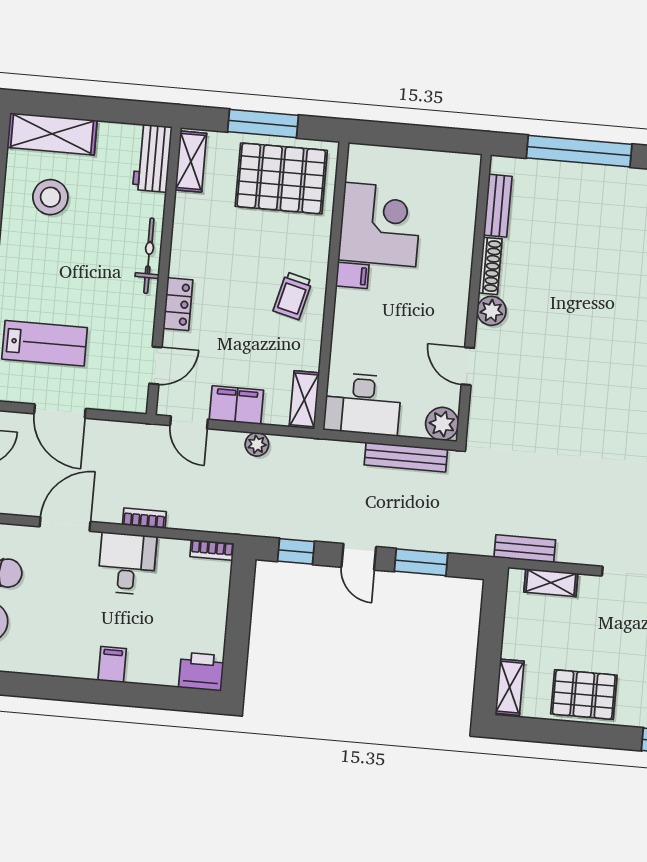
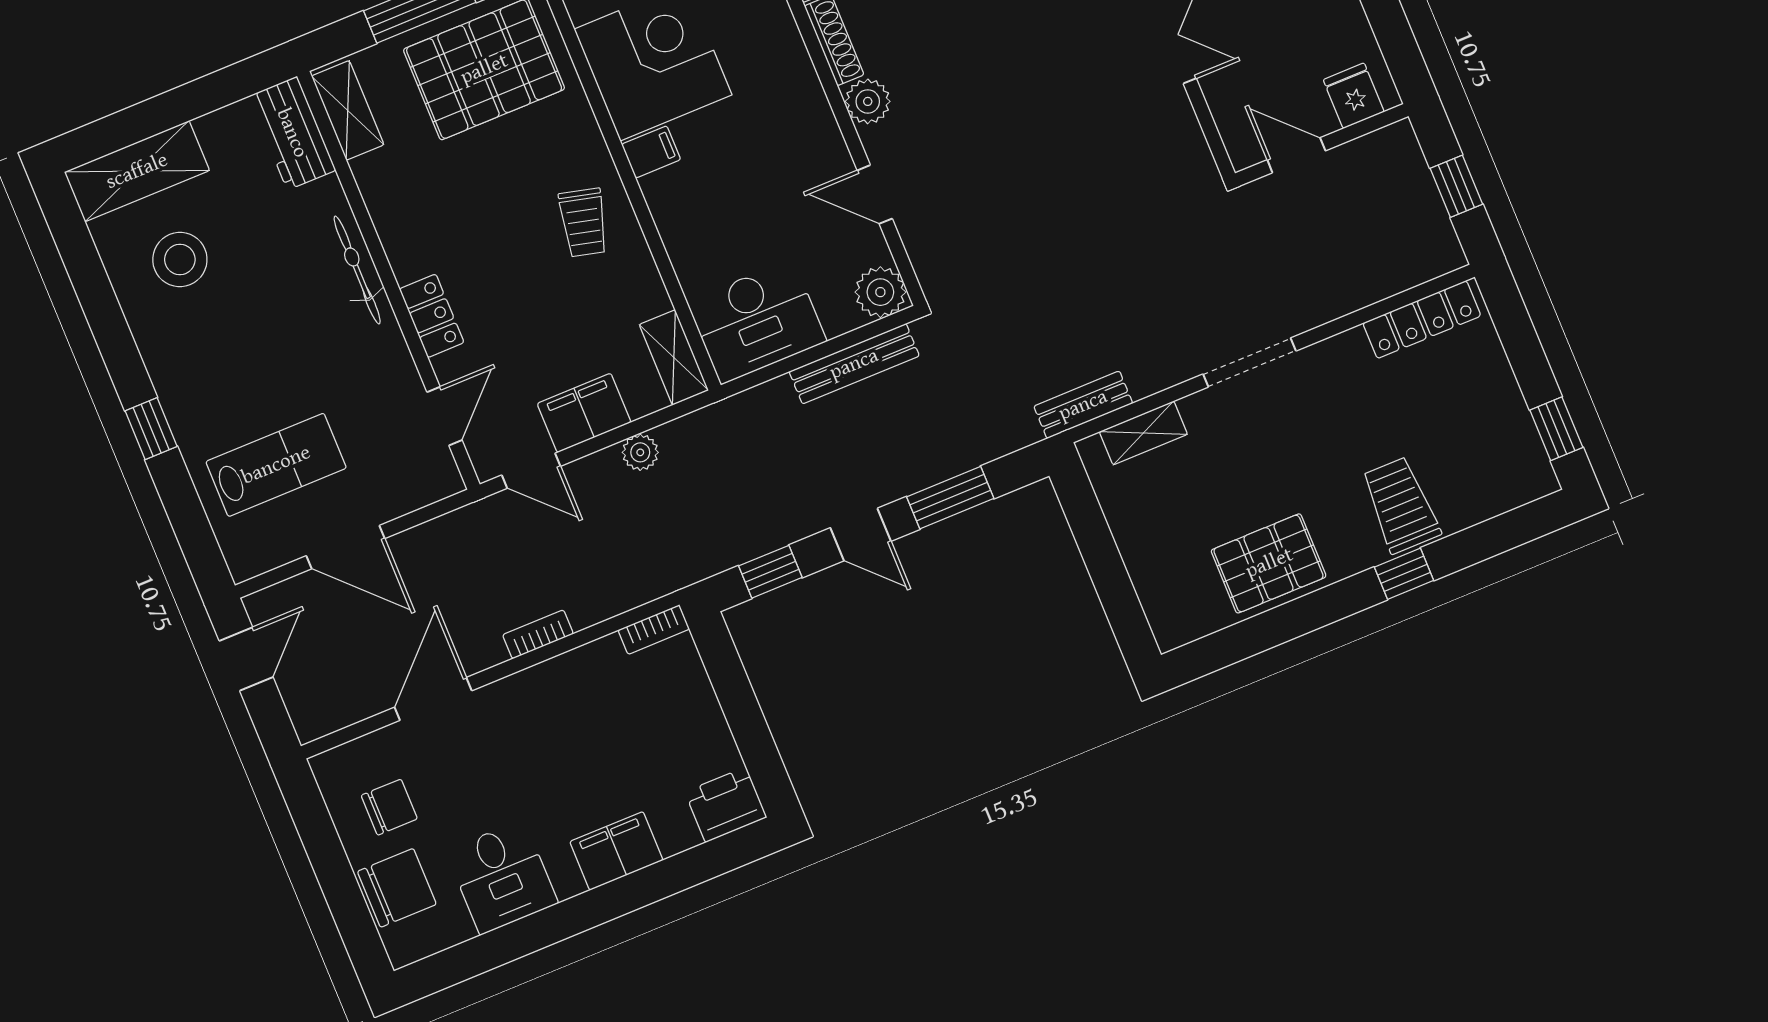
desk: (127, 564) -> (502, 877), moved, turned 180
filing cabinet: (112, 664) -> (616, 851), width x2.00
shelving: (510, 687) -> (1161, 606), removed

